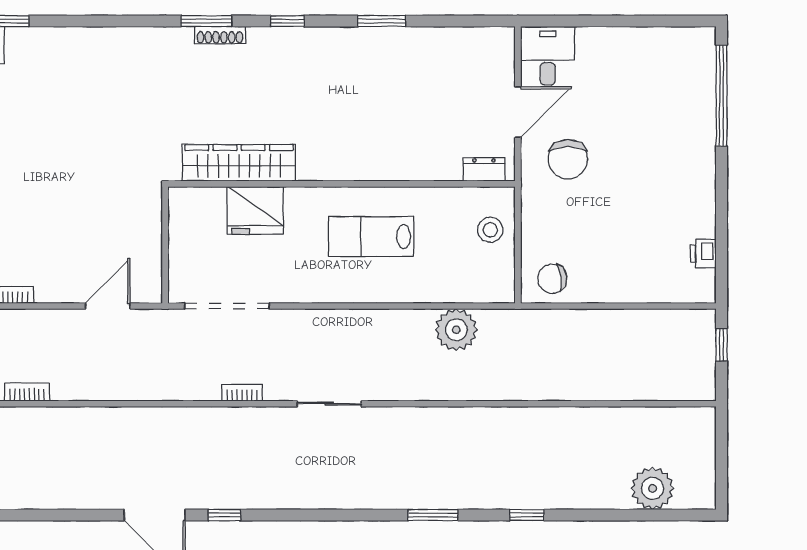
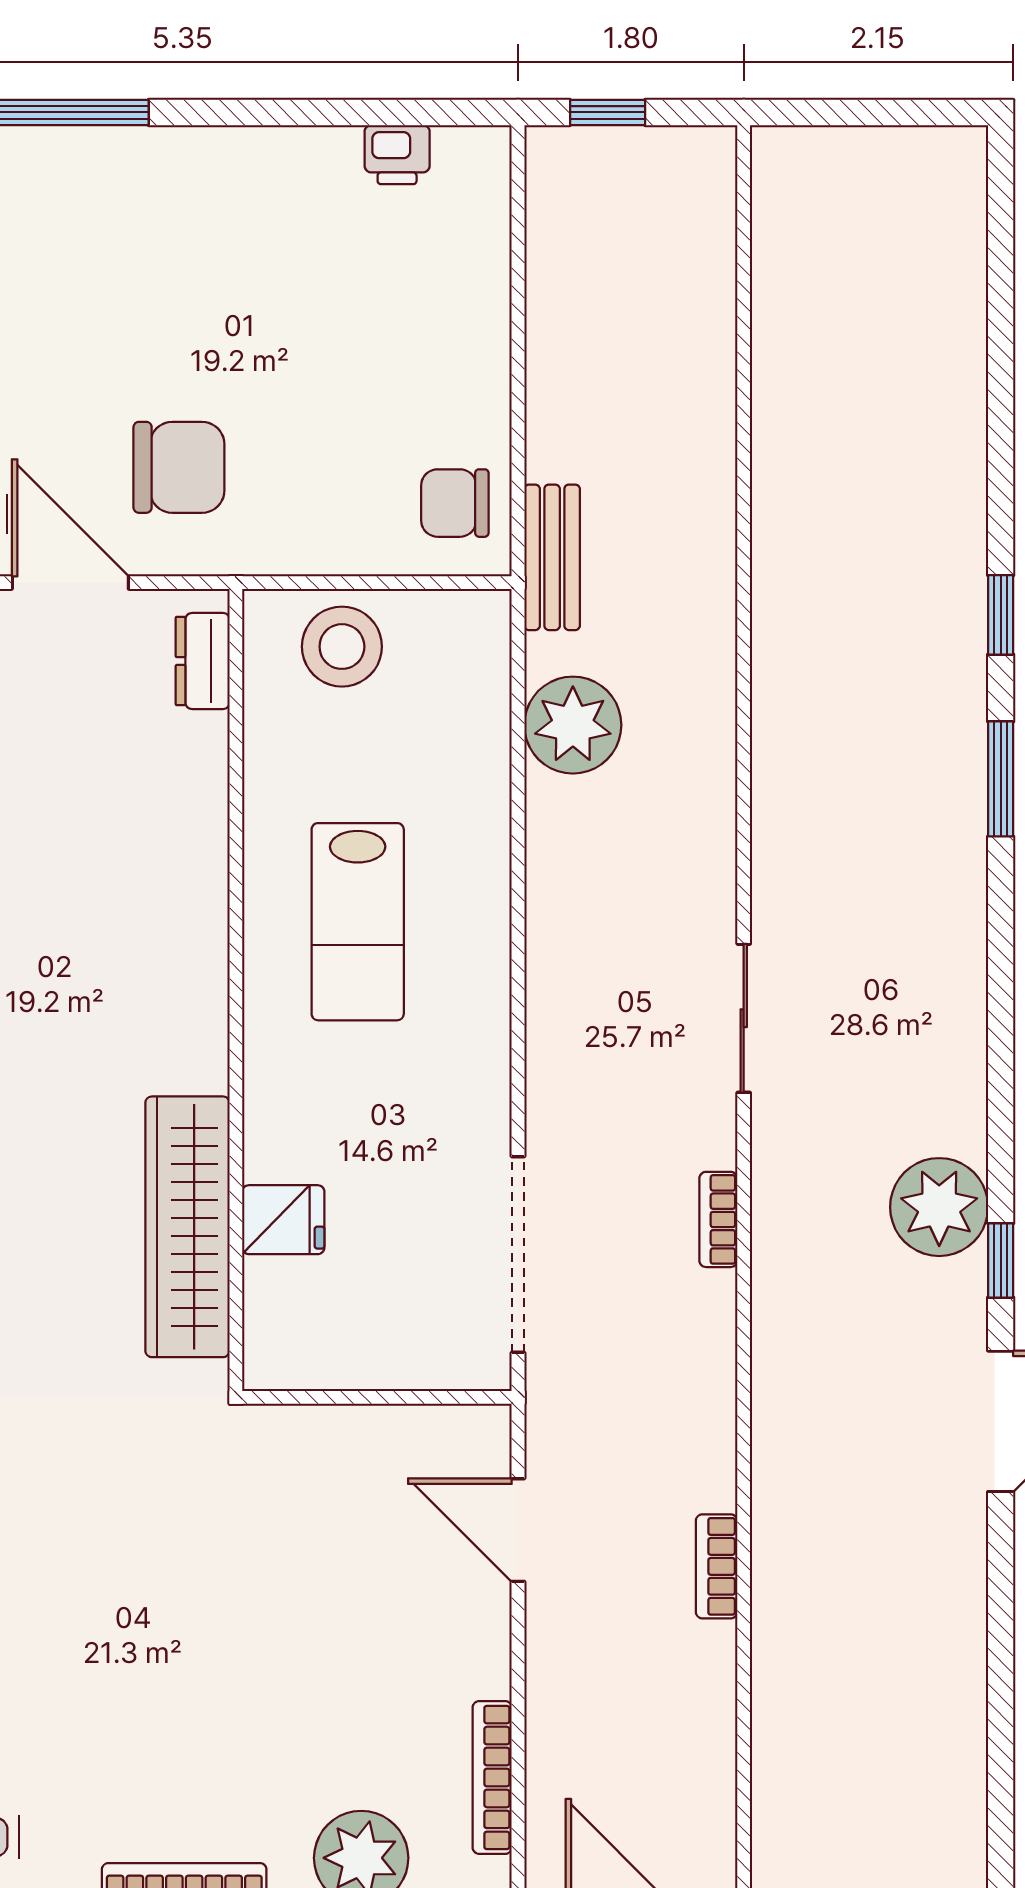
fridge: (255, 210) -> (283, 1220), width x0.53, depth x0.75
stool: (490, 230) -> (342, 647), width x1.38, depth x1.38
chair: (552, 279) -> (455, 503), turned 99
bench: (529, 321) -> (552, 557), added
bookcase: (27, 392) -> (717, 1566), moved
plant: (652, 488) -> (939, 1207), moved
window: (527, 515) -> (1001, 615), moved

